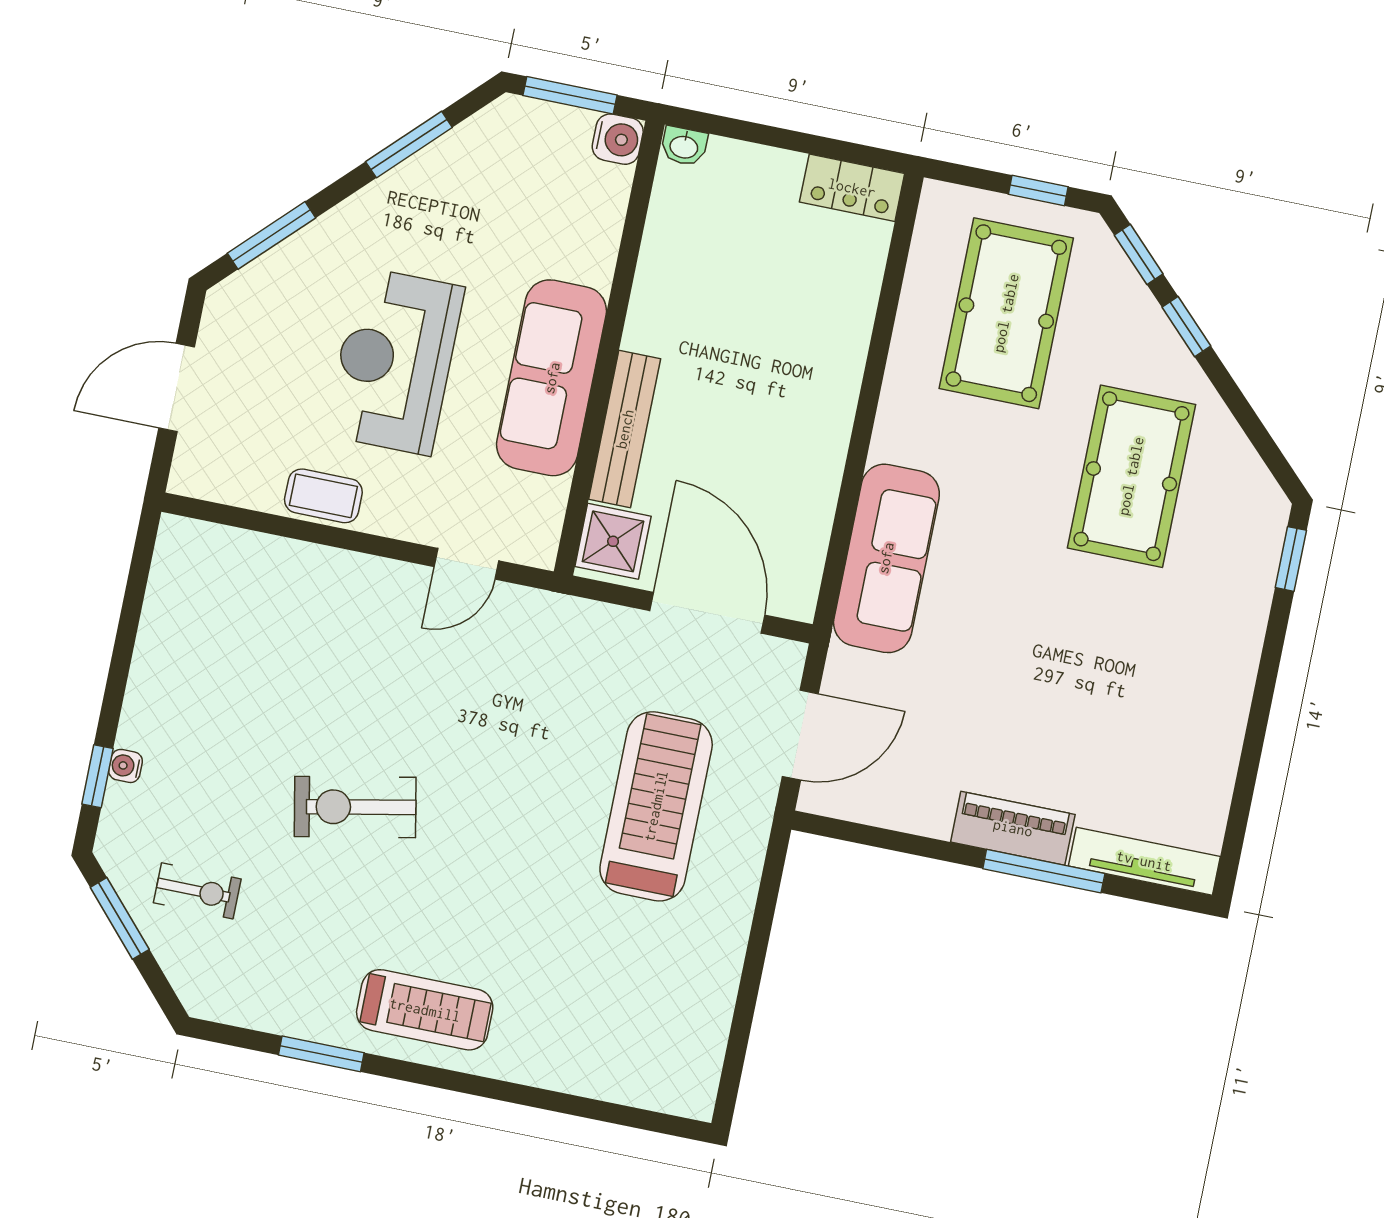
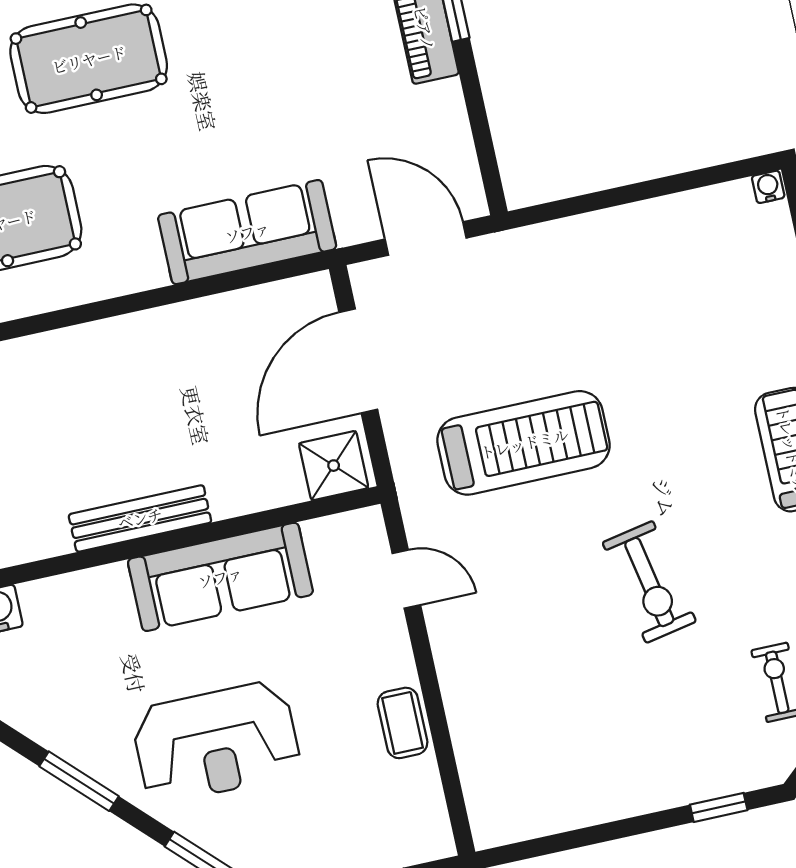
reception desk: (395, 361) -> (216, 742), moved
bench: (625, 429) -> (140, 518), moved
water cooler: (125, 766) -> (768, 187), moved, turned 180
treadmill: (656, 806) -> (524, 443), moved, turned 180

